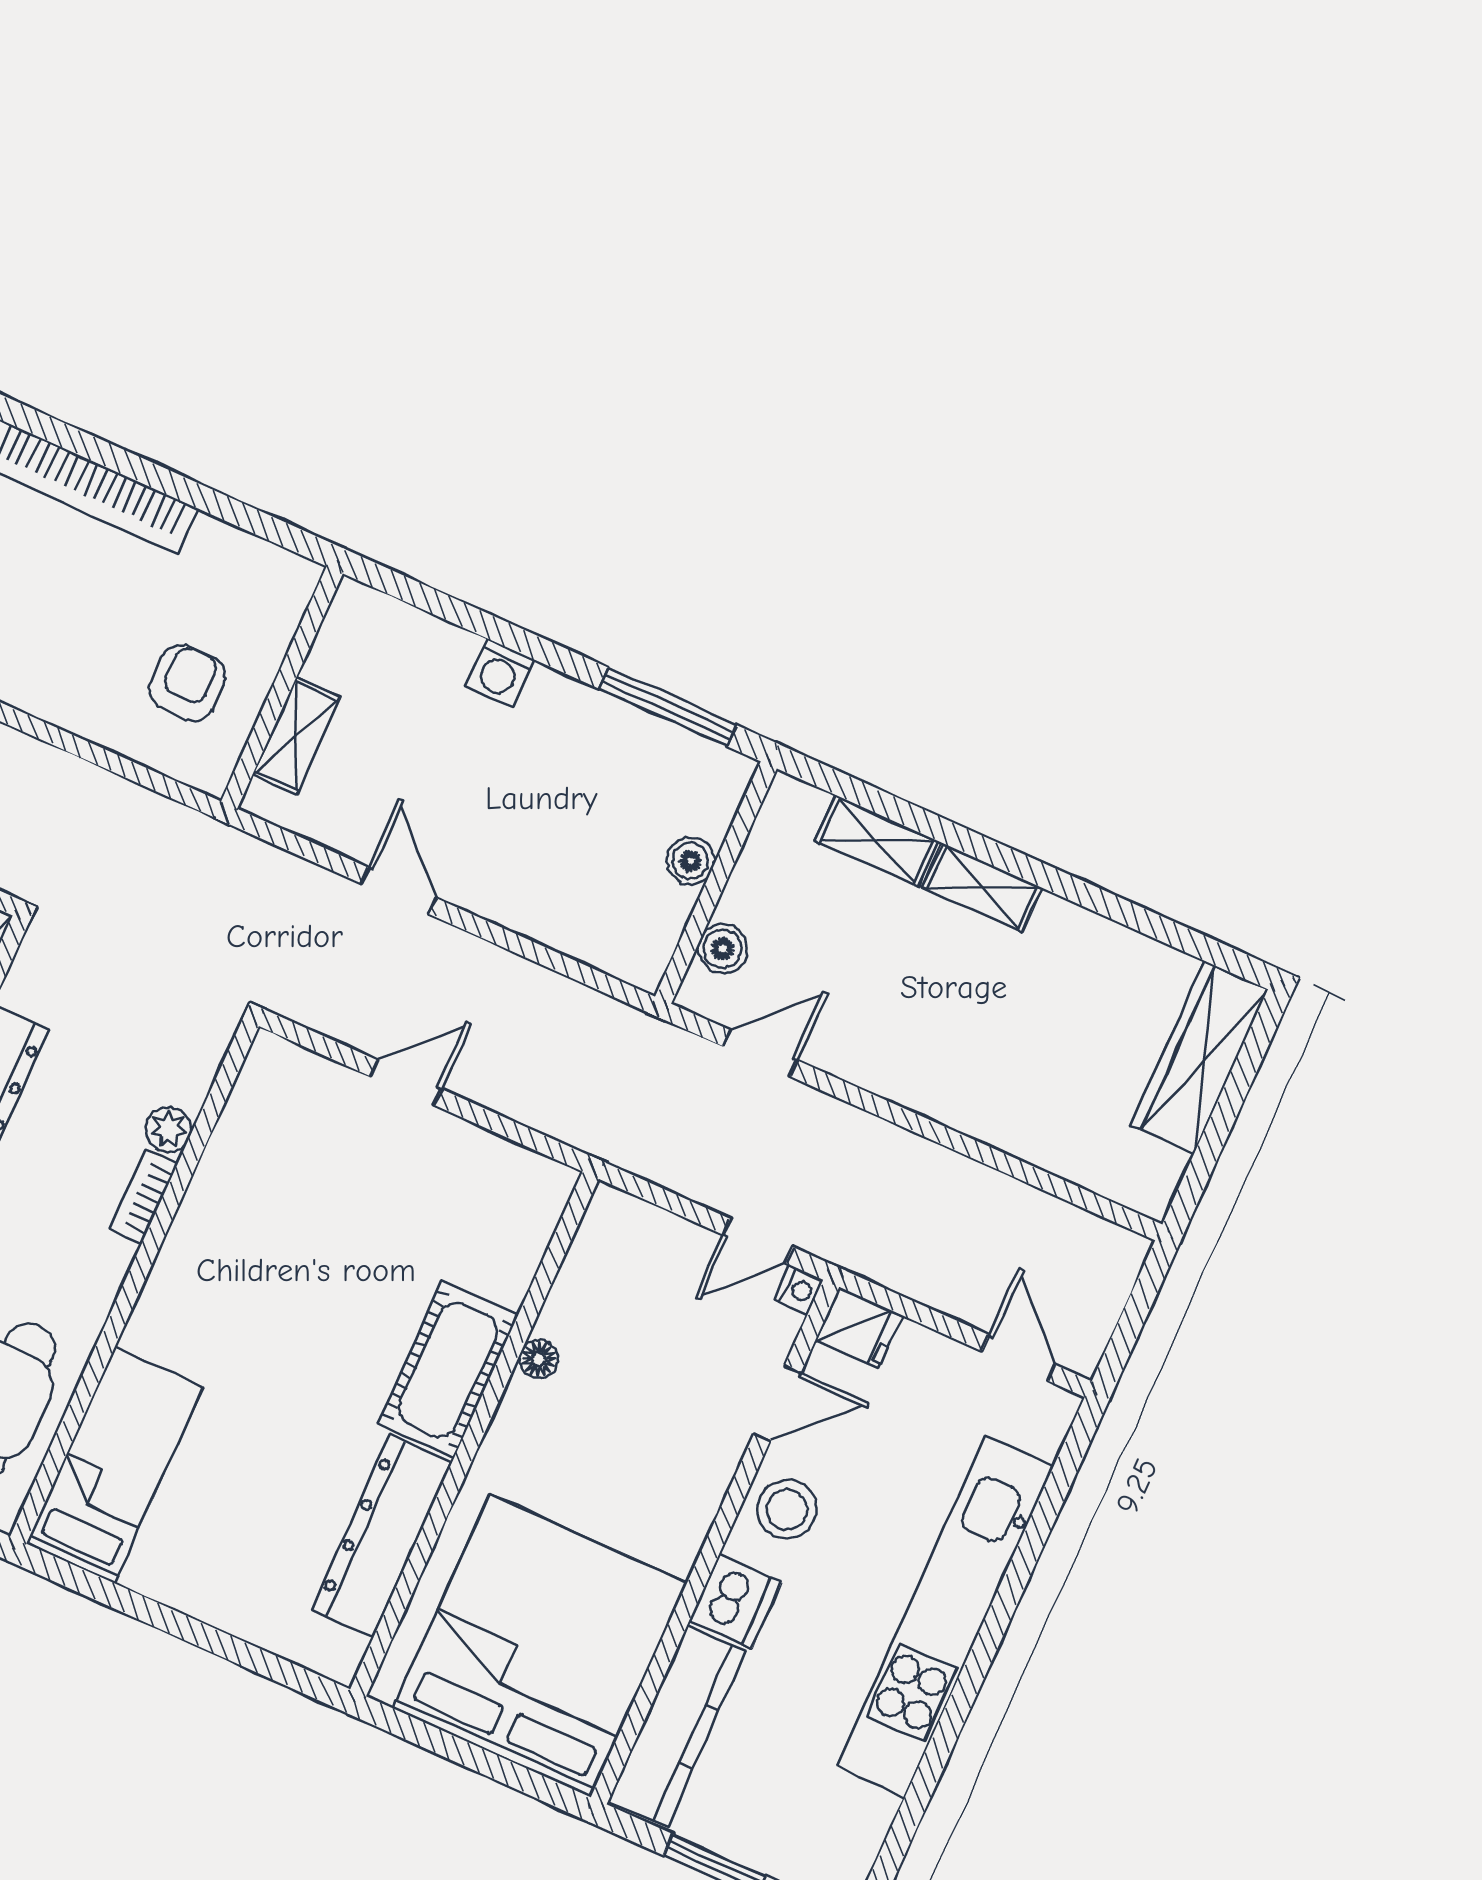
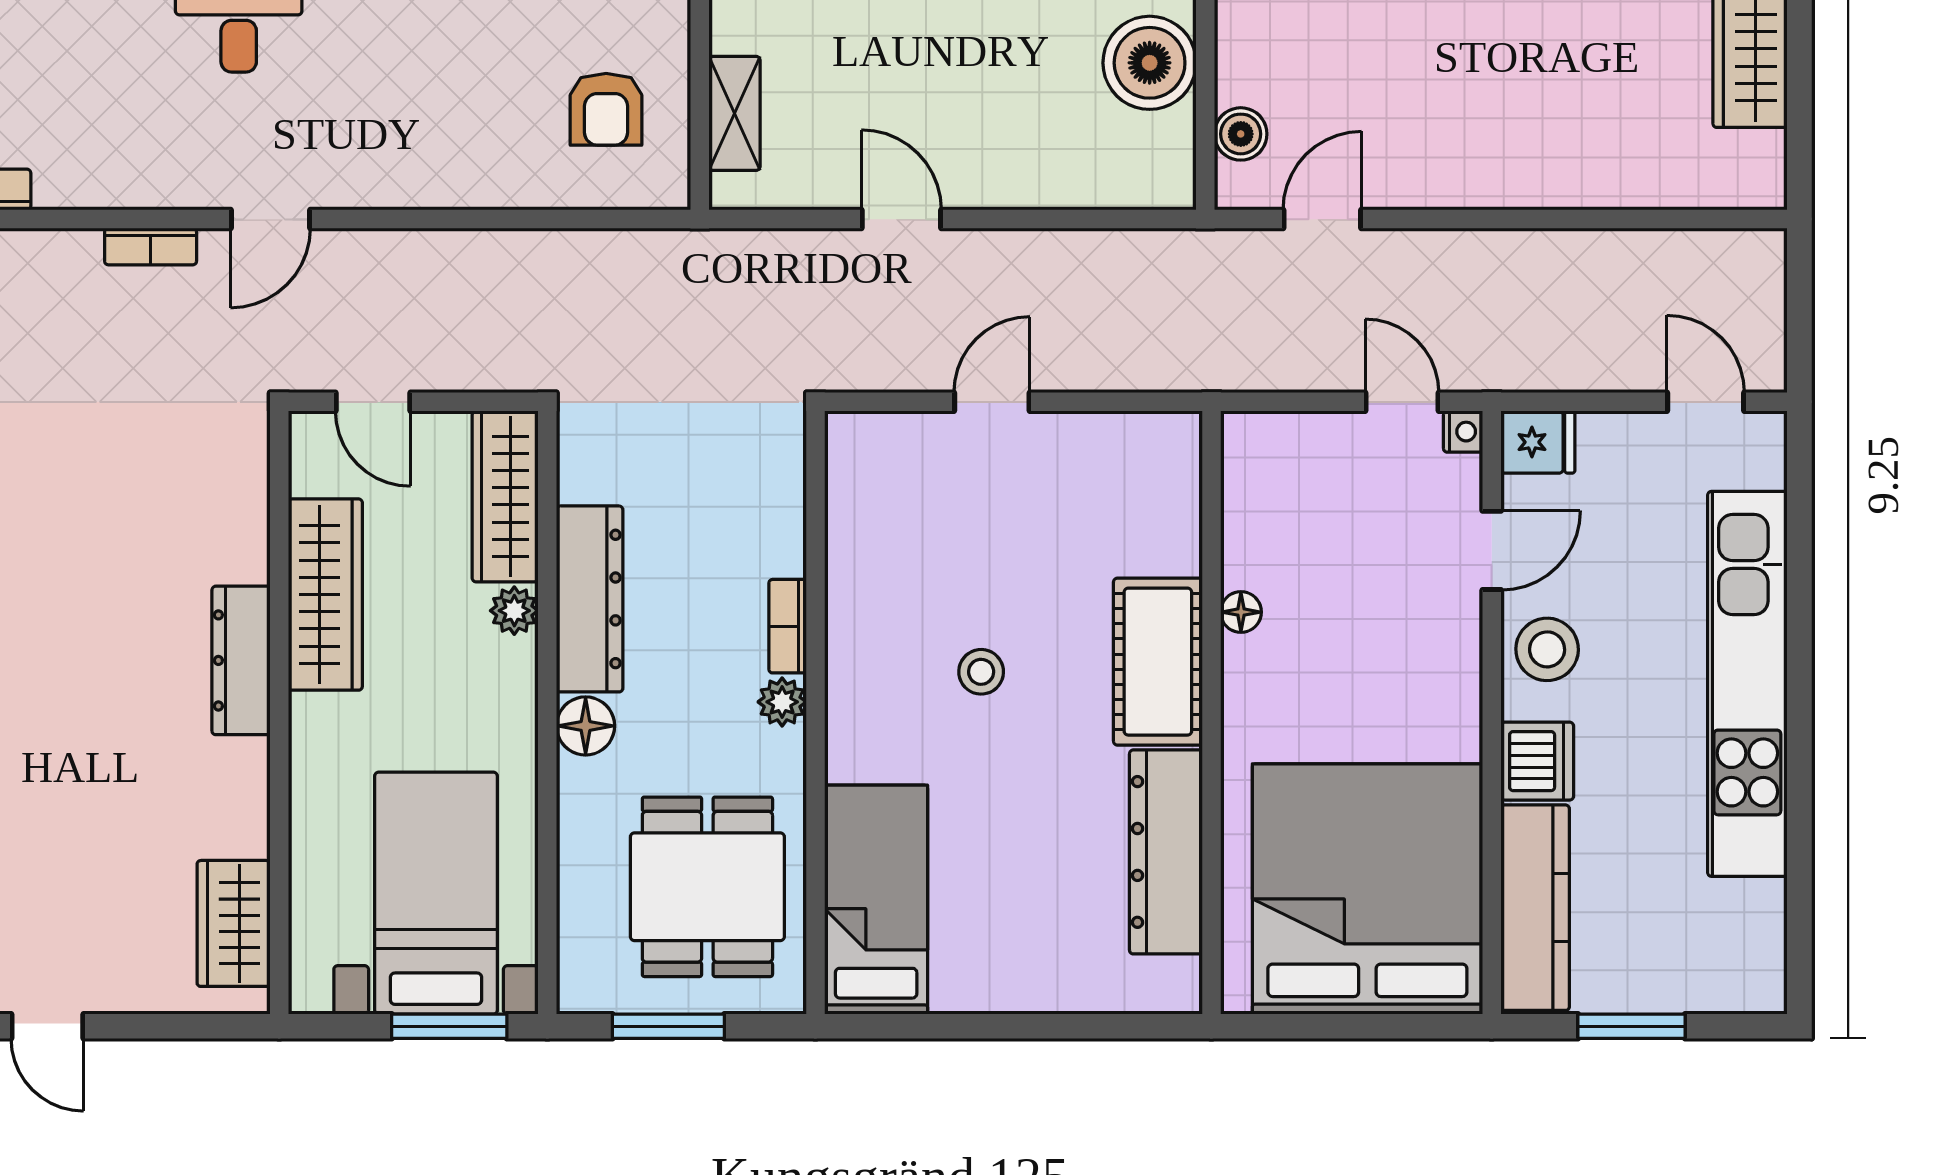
armchair: (187, 683) -> (606, 109), turned 180
boiler: (690, 861) -> (1150, 63), width x1.86, depth x1.86
plant: (169, 1129) -> (782, 702), moved
door: (758, 1241) -> (1402, 402), swing flipped
stool: (292, 1310) -> (981, 672), added

